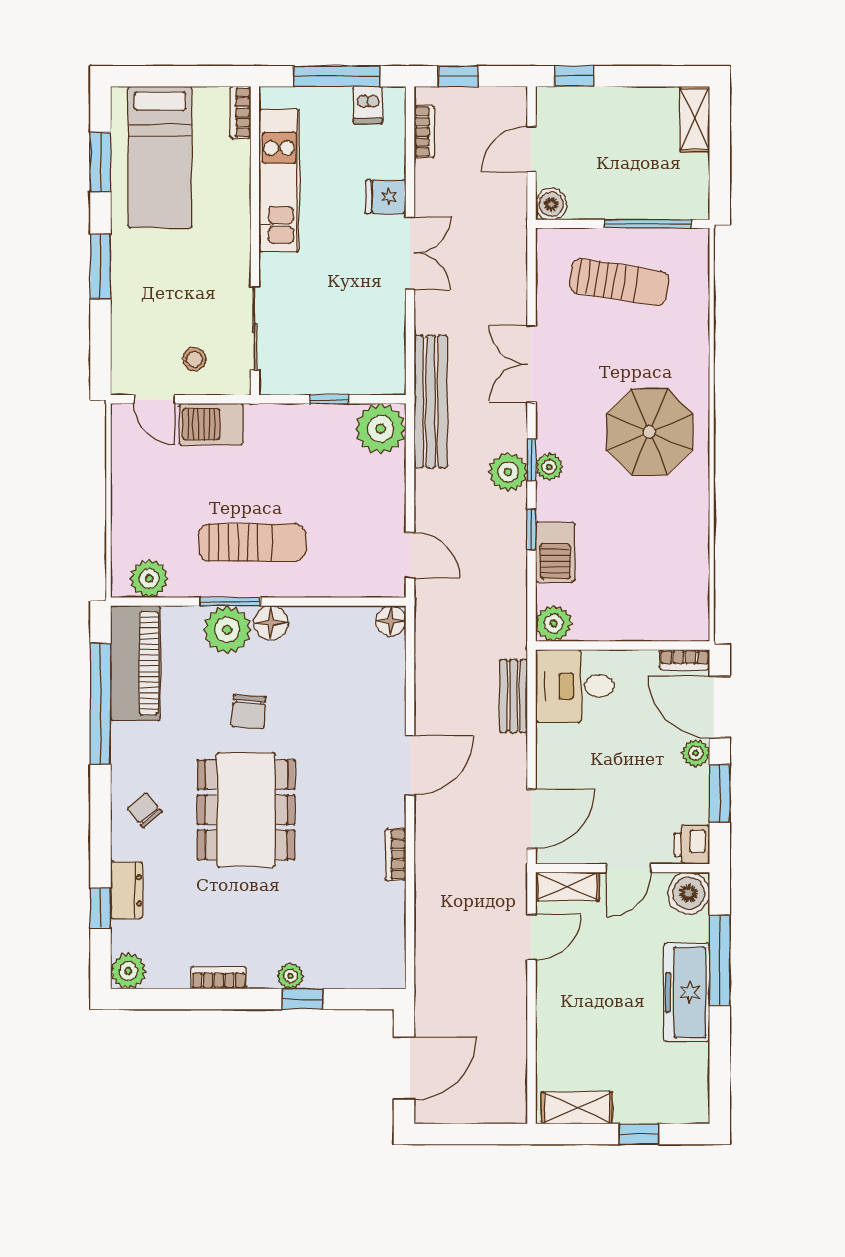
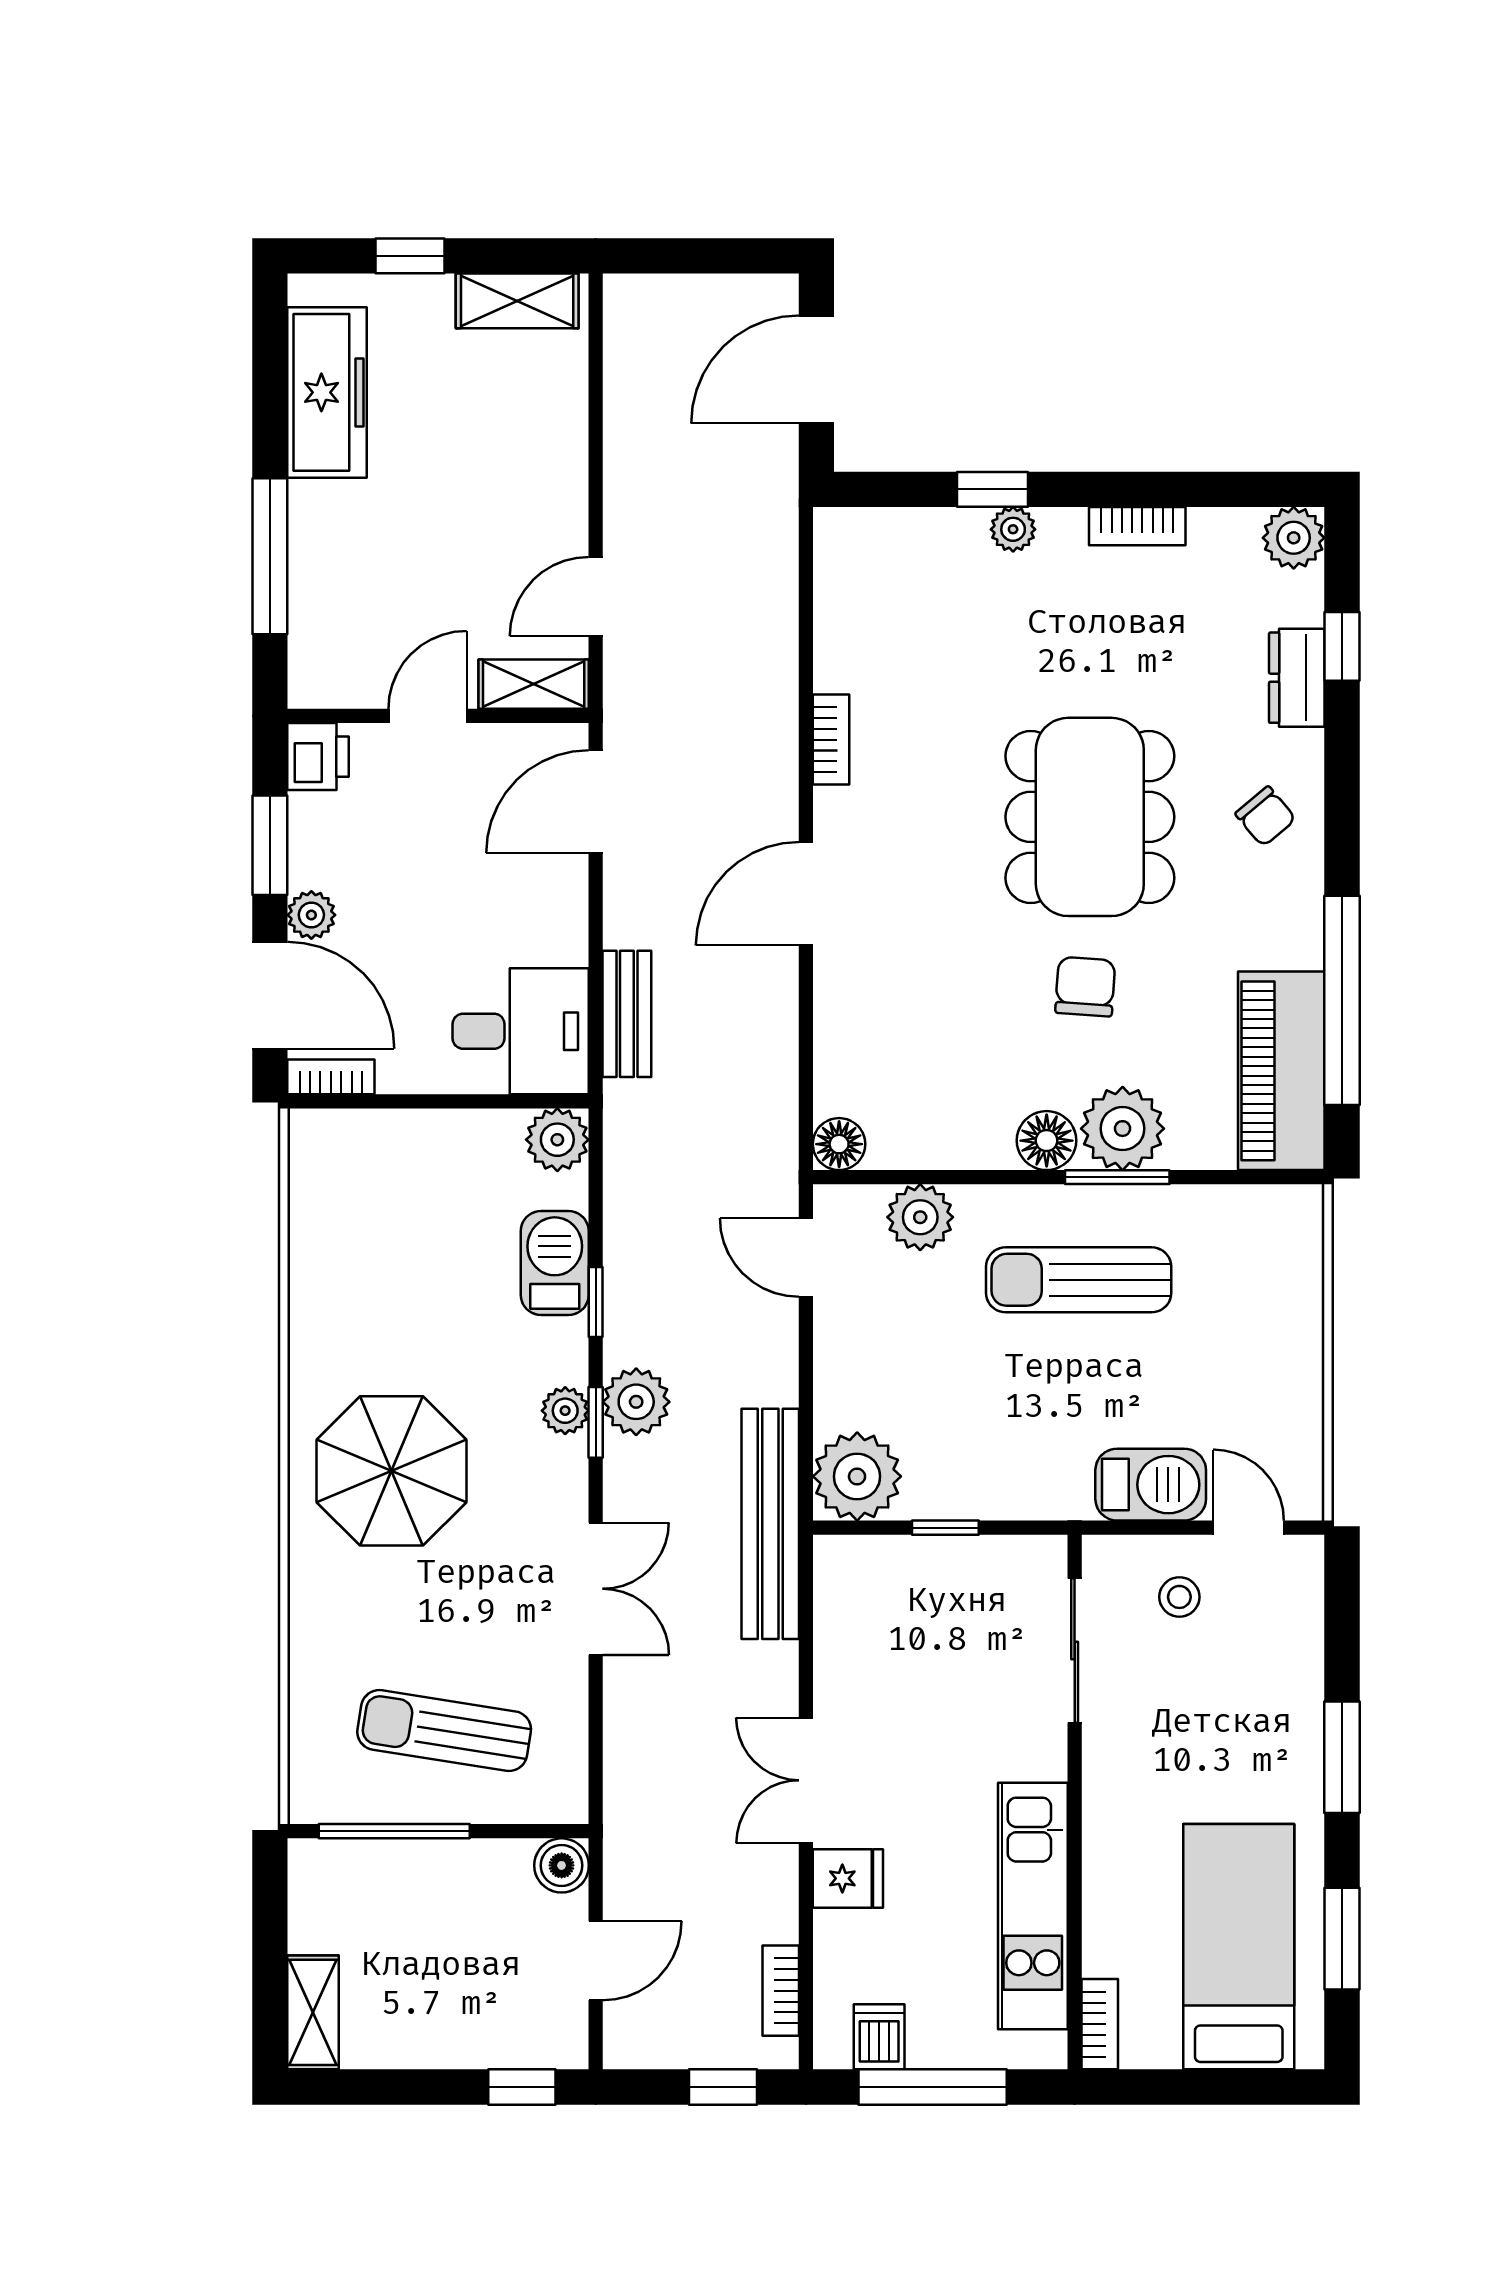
plant: (149, 579) -> (920, 1217), moved
boiler: (689, 893) -> (324, 673), removed
freezer: (687, 992) -> (327, 392), moved

